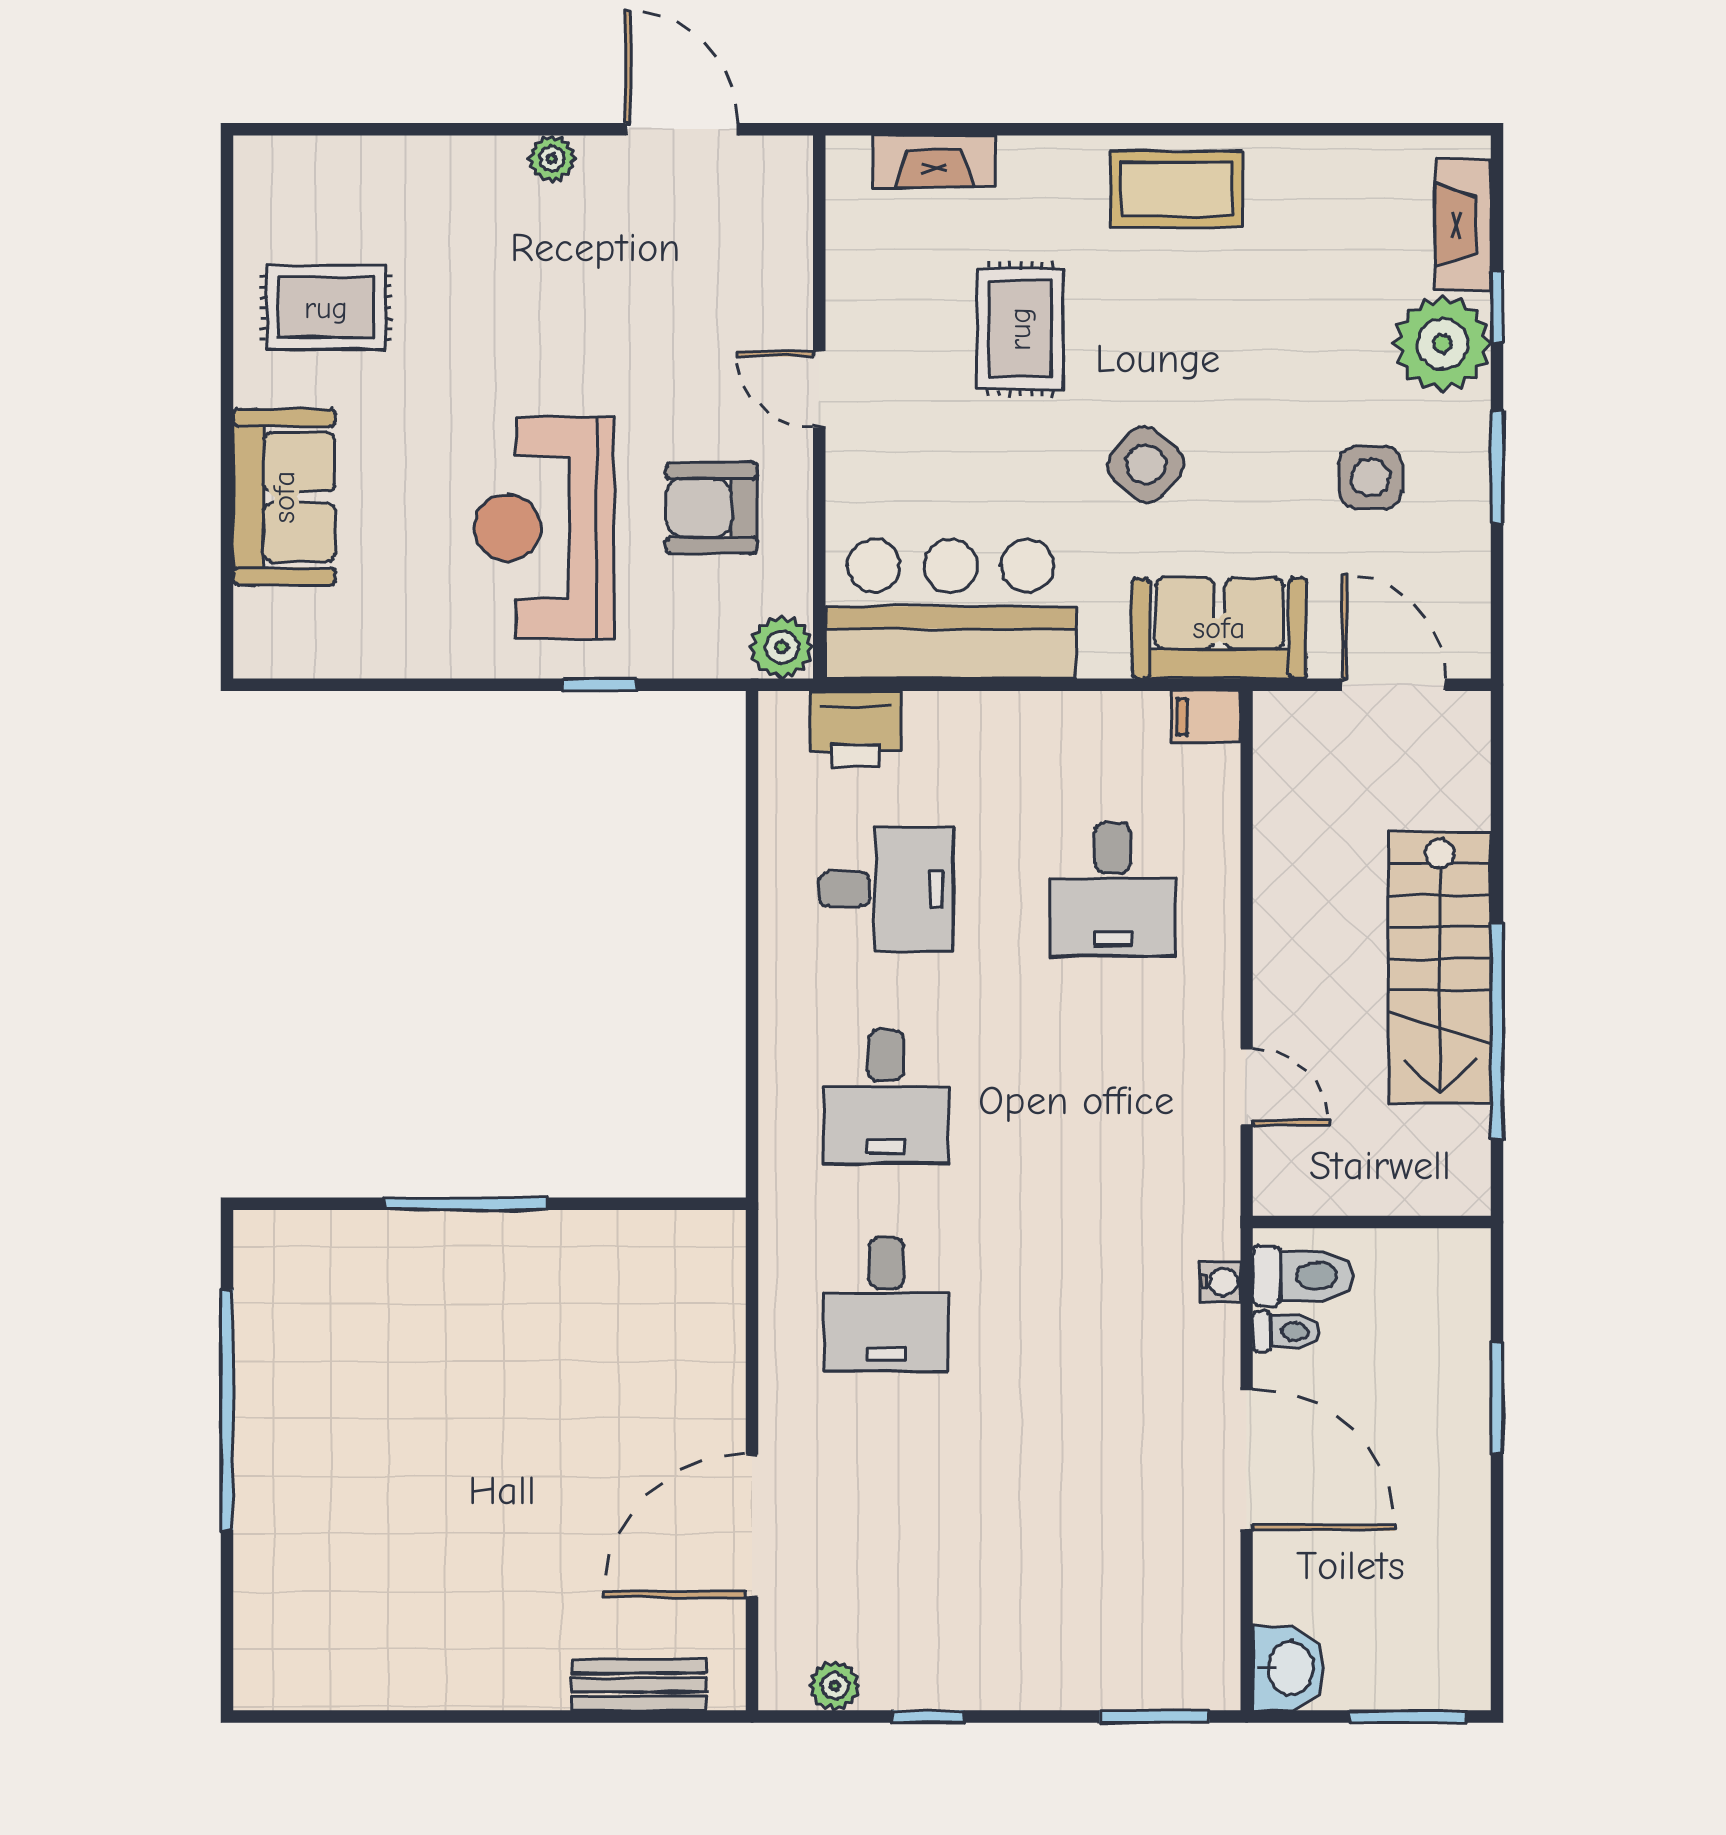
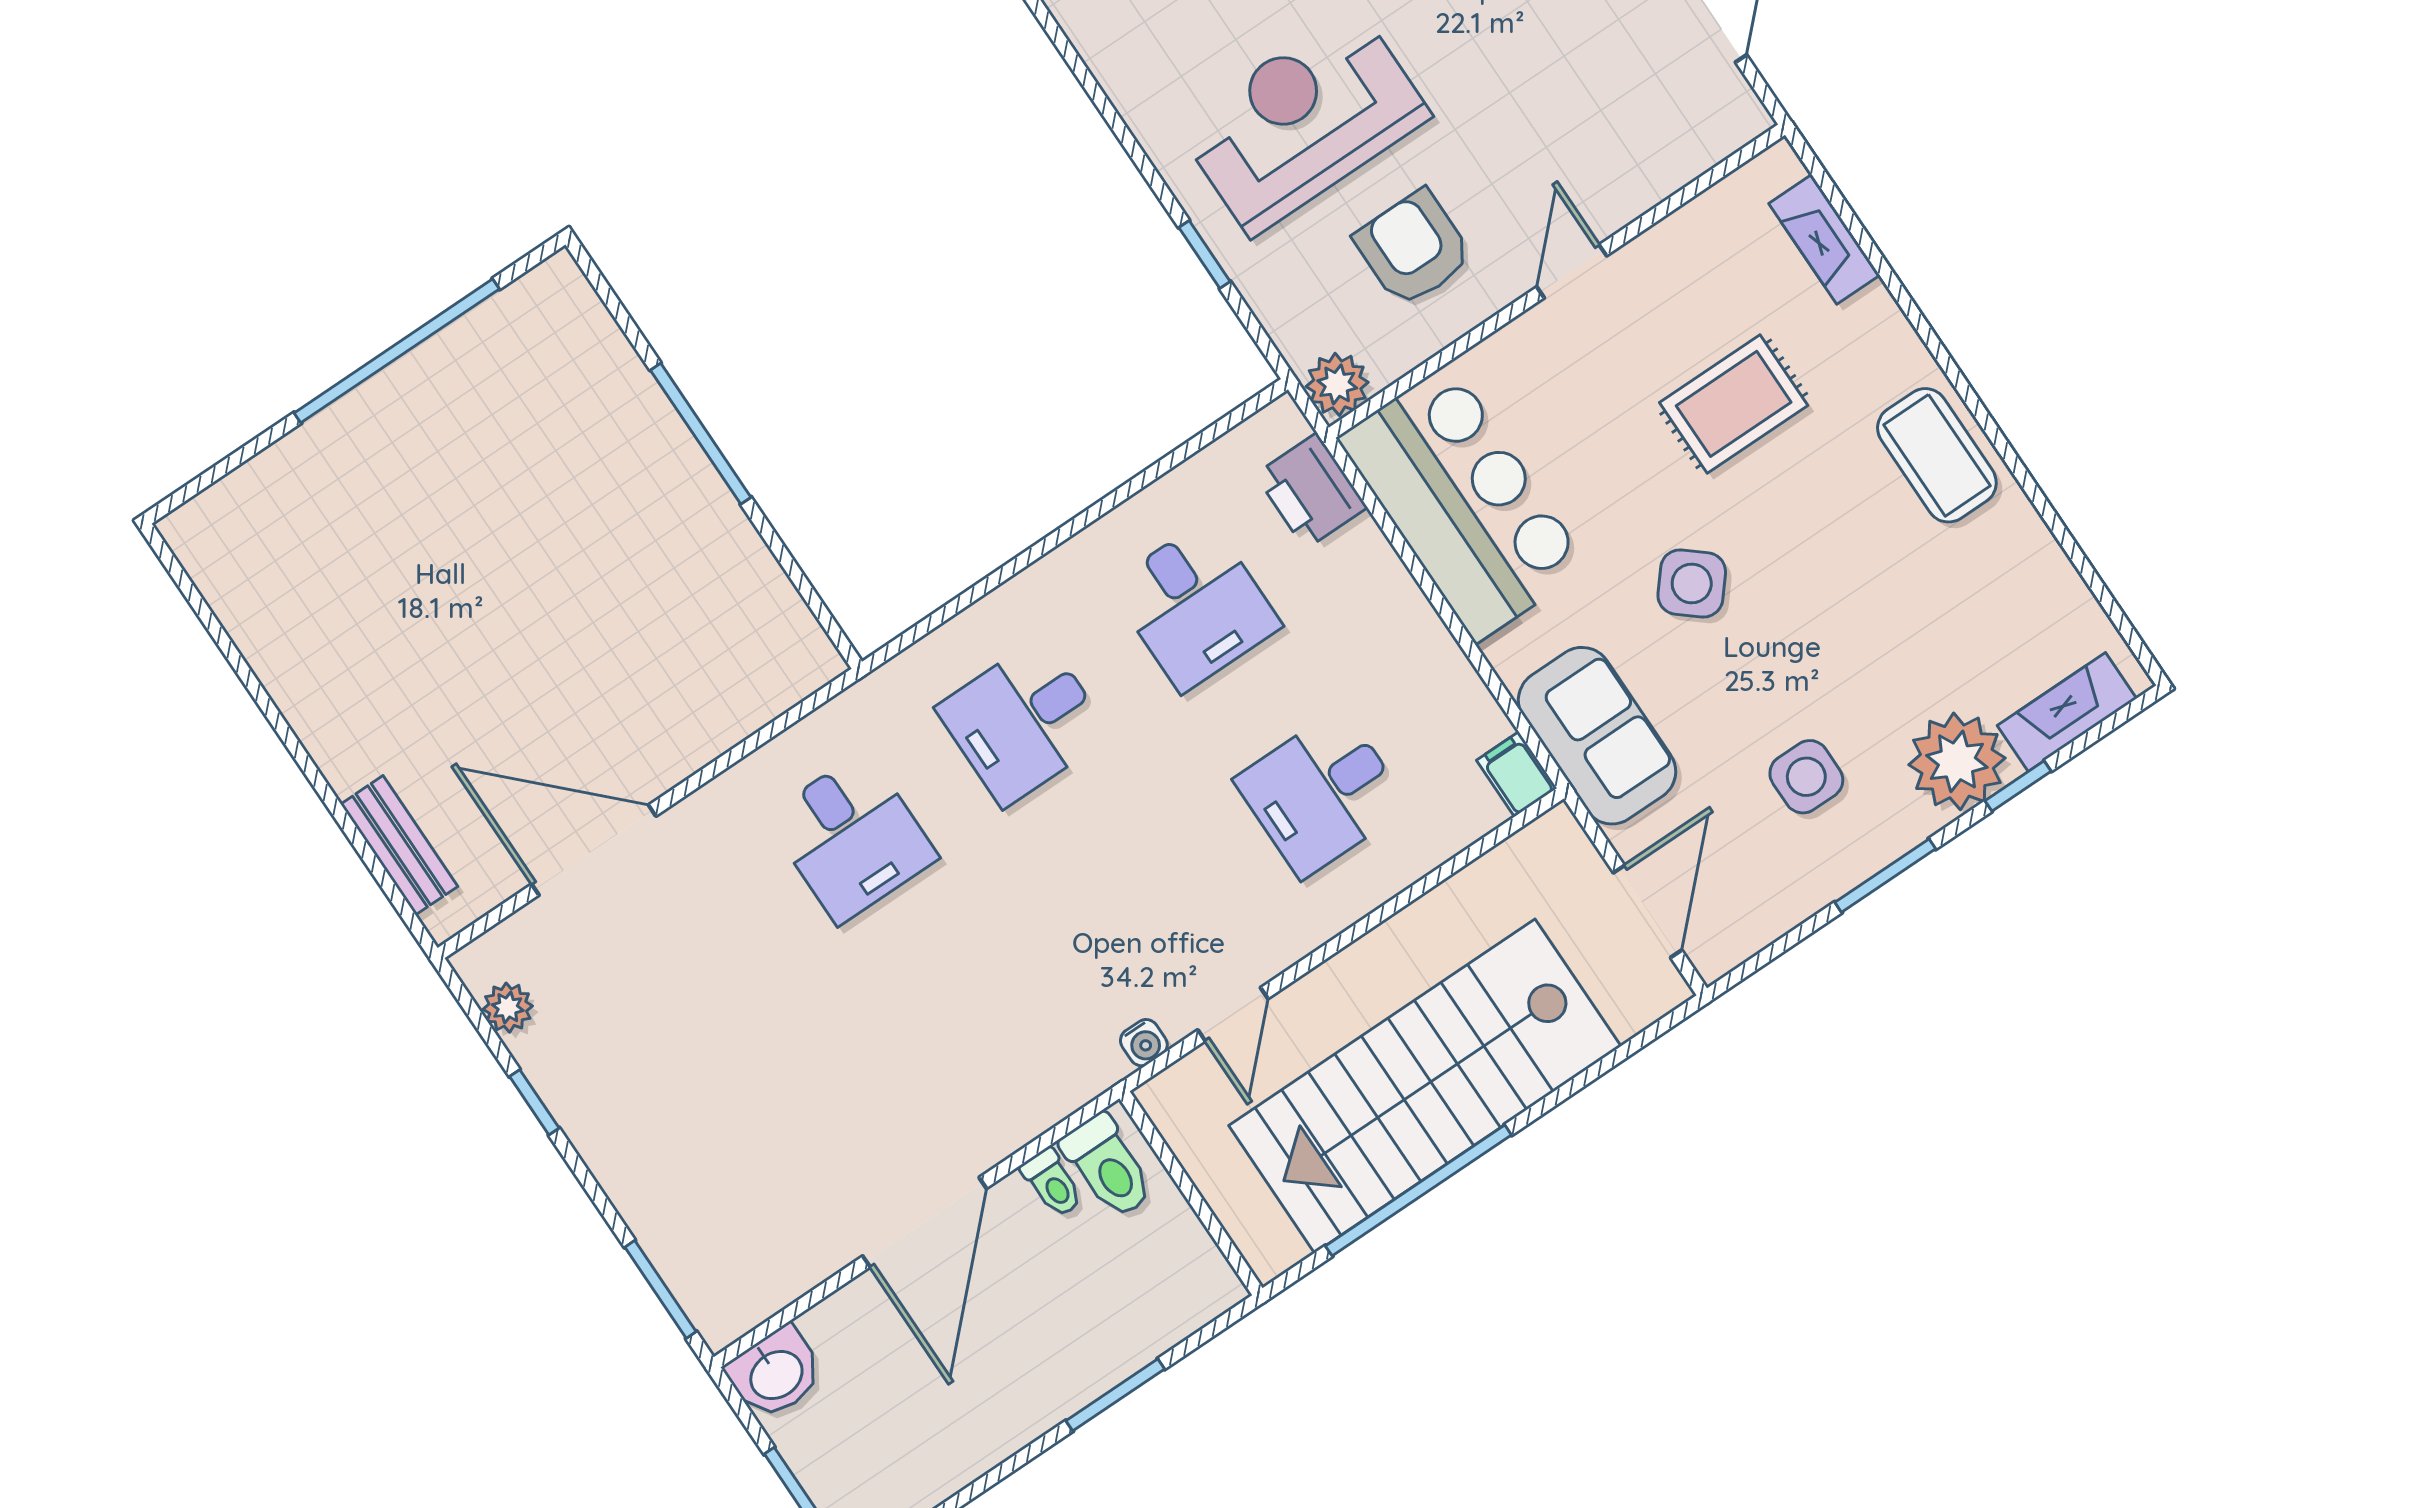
stairs: (1440, 968) -> (1425, 1086), width x1.36, depth x1.51
water cooler: (1220, 1282) -> (1144, 1043), moved
desk: (886, 1304) -> (852, 837), turned -90

